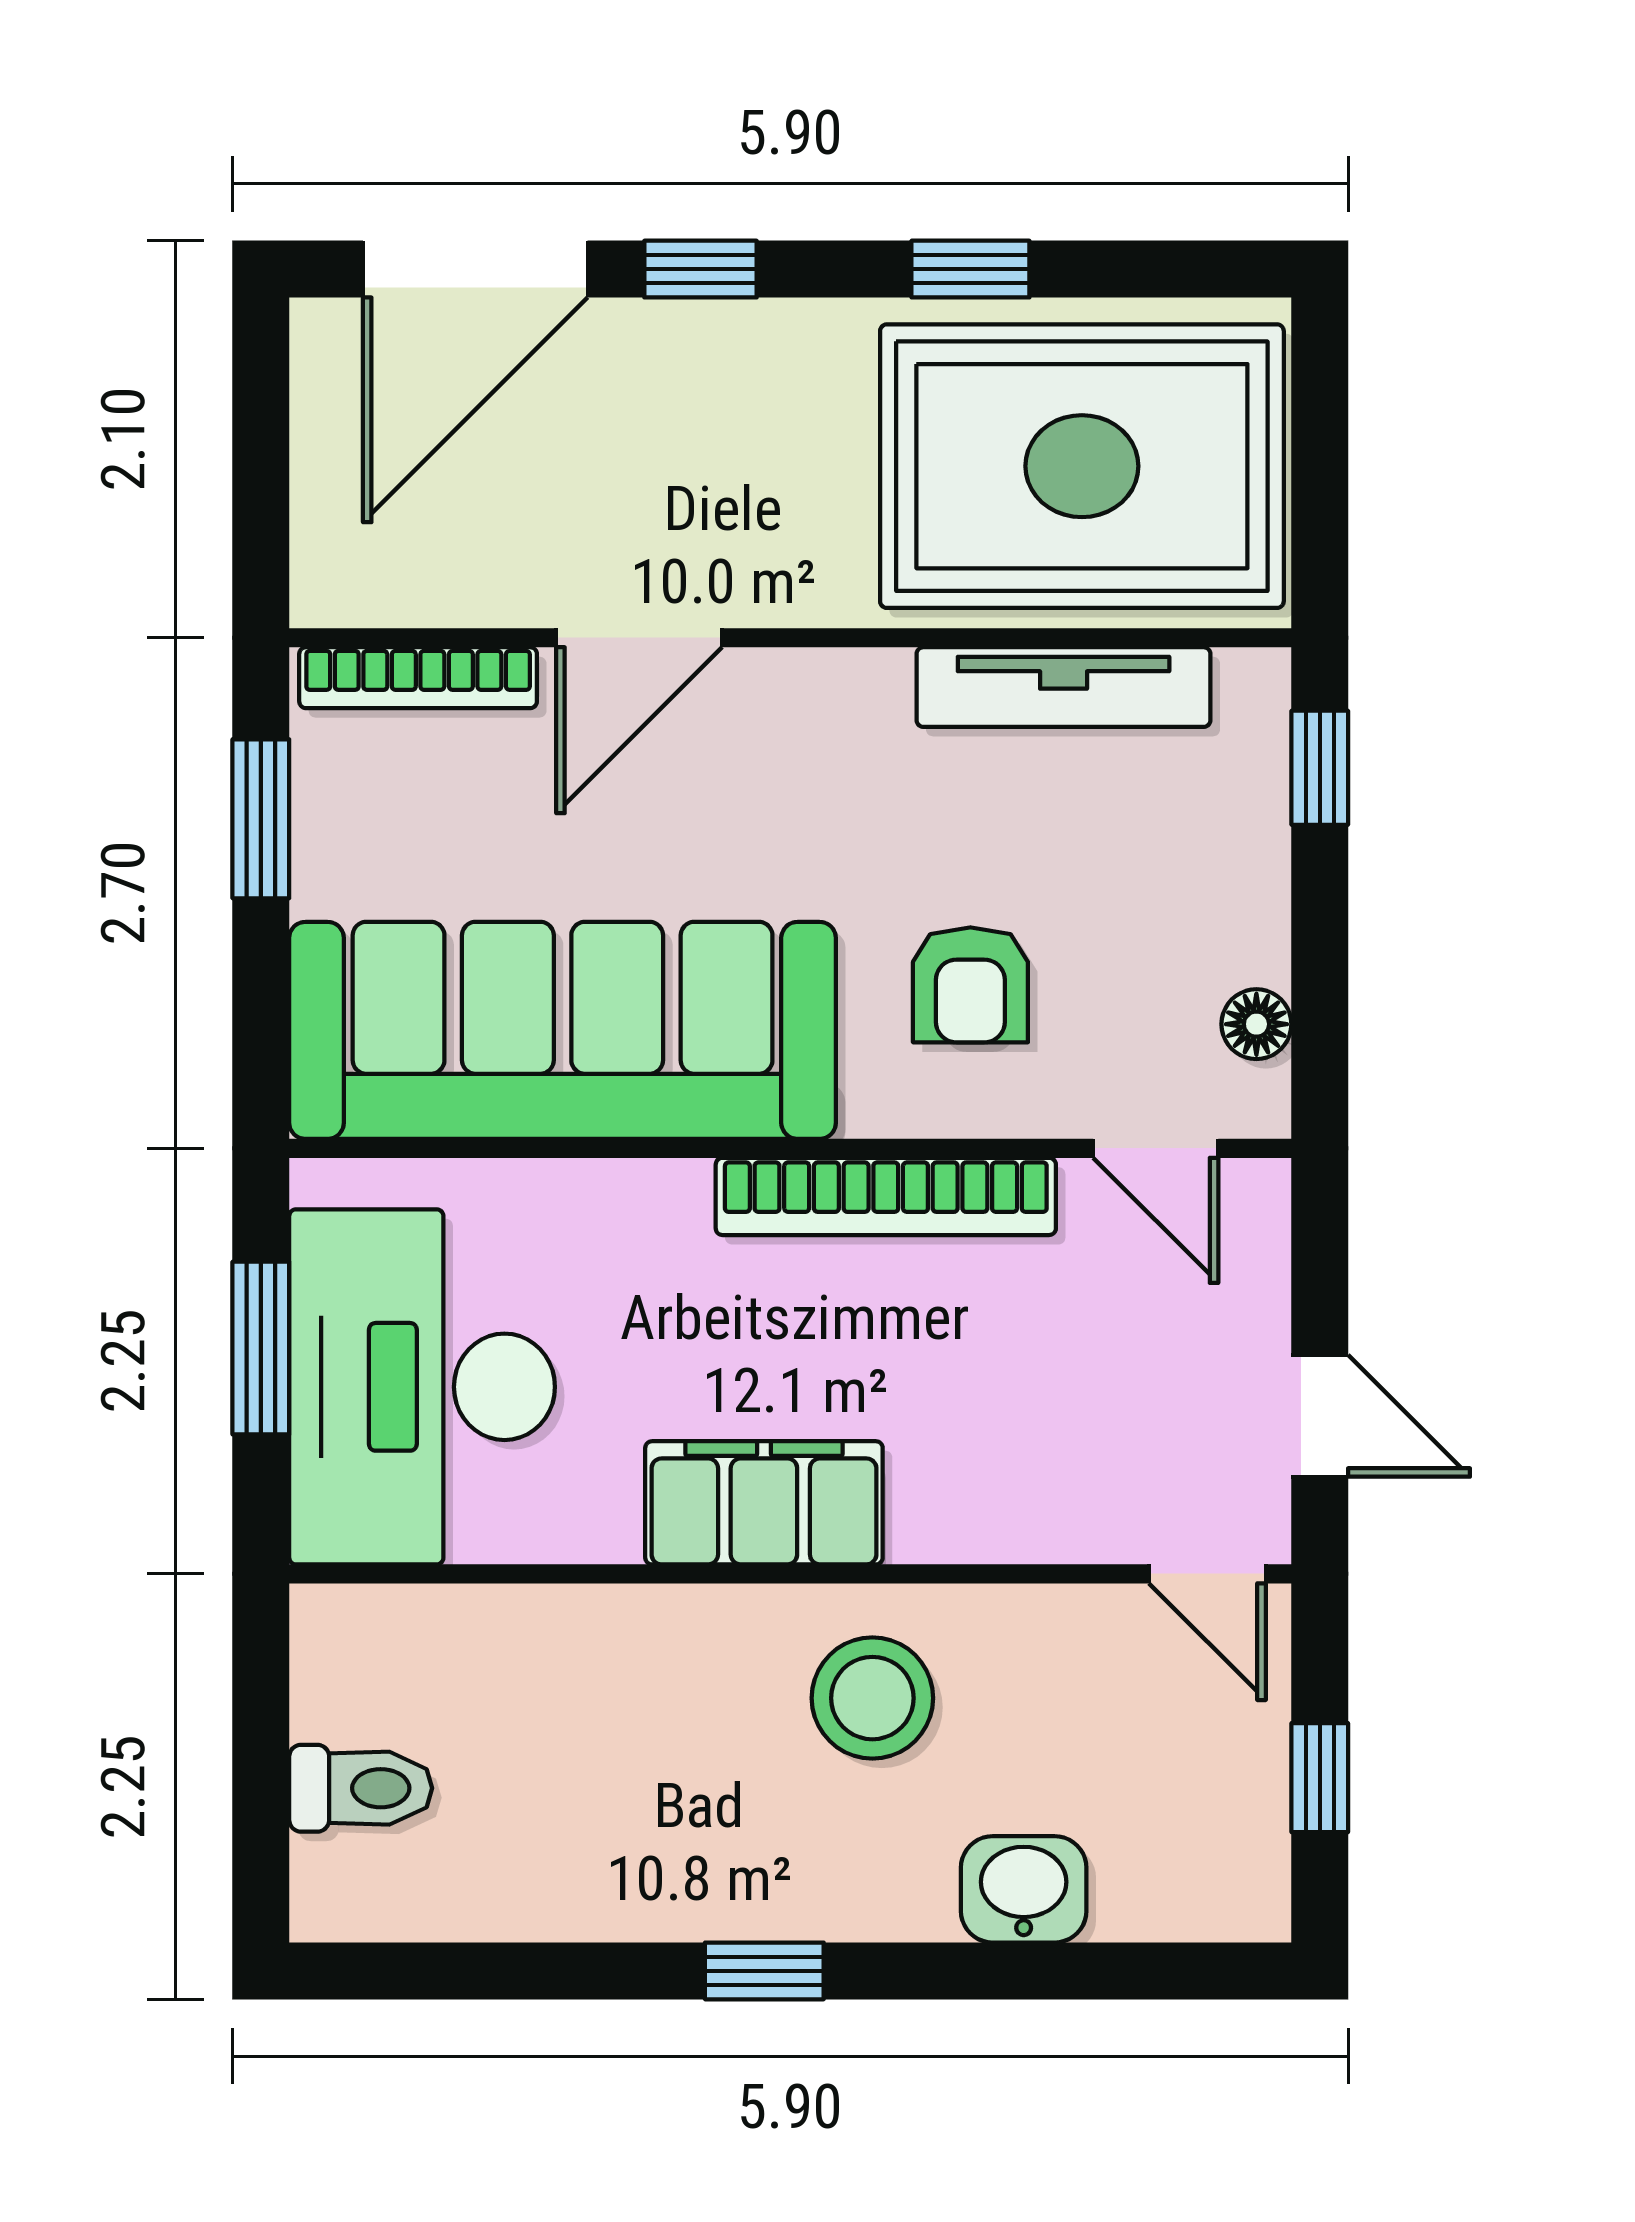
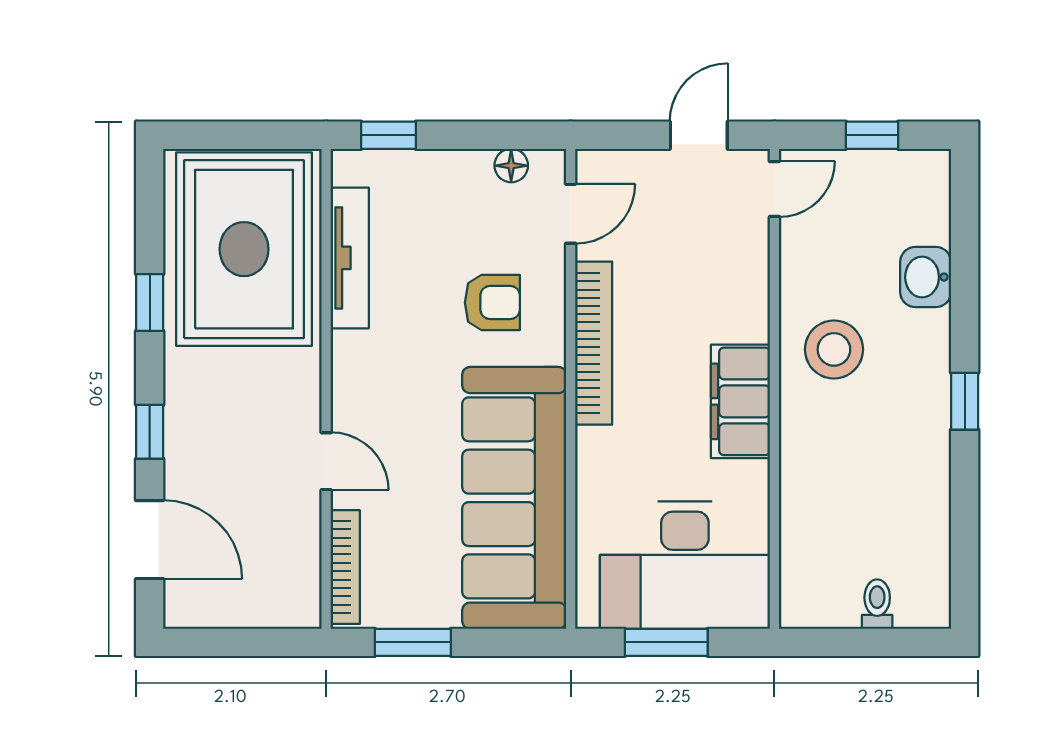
door: (475, 269) -> (150, 540), width x0.73
door: (639, 638) -> (326, 461), width x0.73
toilet: (361, 1788) -> (877, 604), width x0.73, depth x0.72

